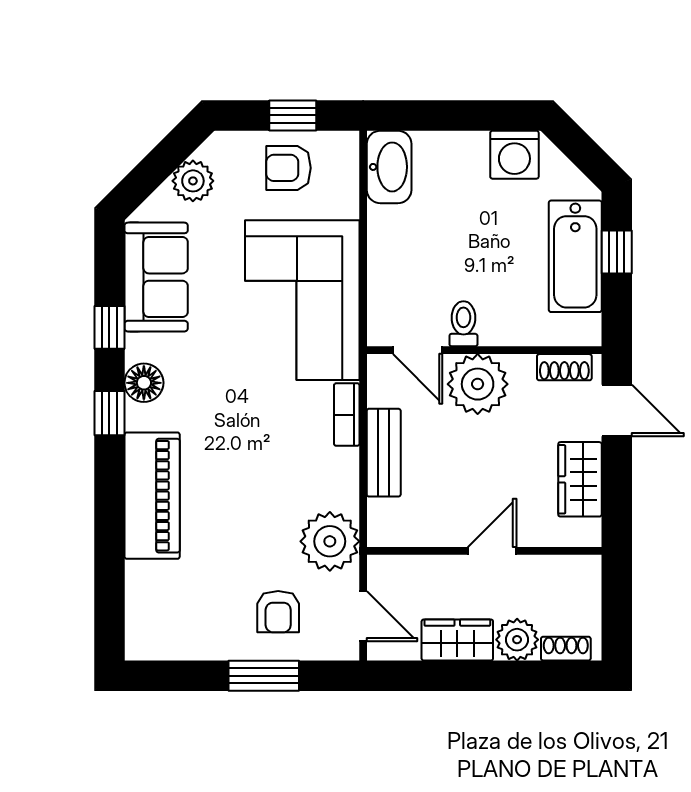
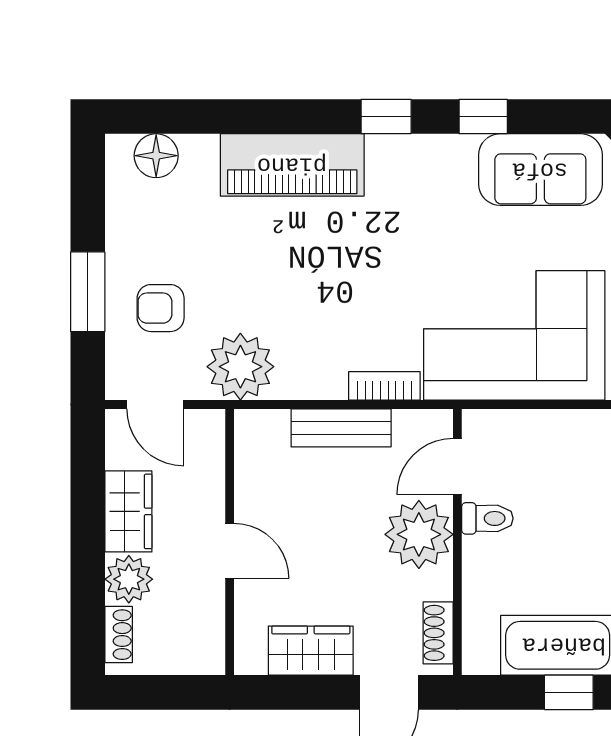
floor lamp: (144, 383) -> (156, 156), moved
door: (363, 616) -> (155, 404), hinge flipped

